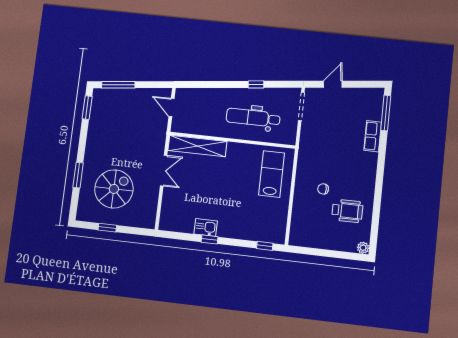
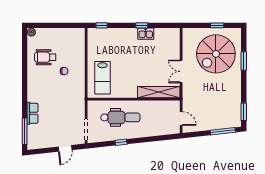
spiral stairs: (114, 189) -> (216, 54), width x1.37, depth x1.37

